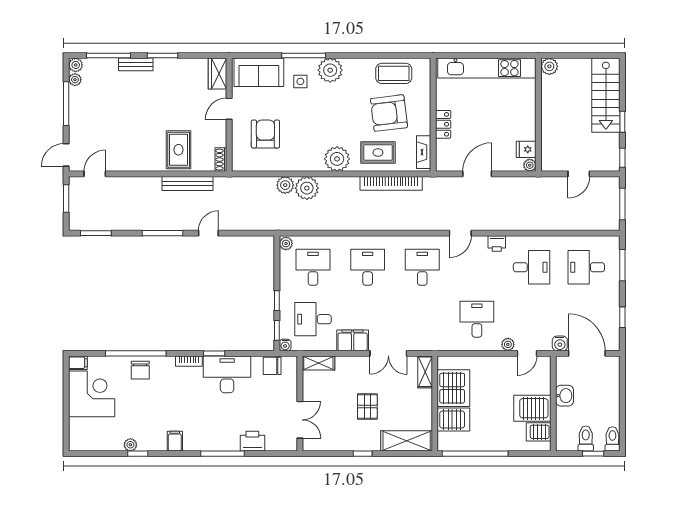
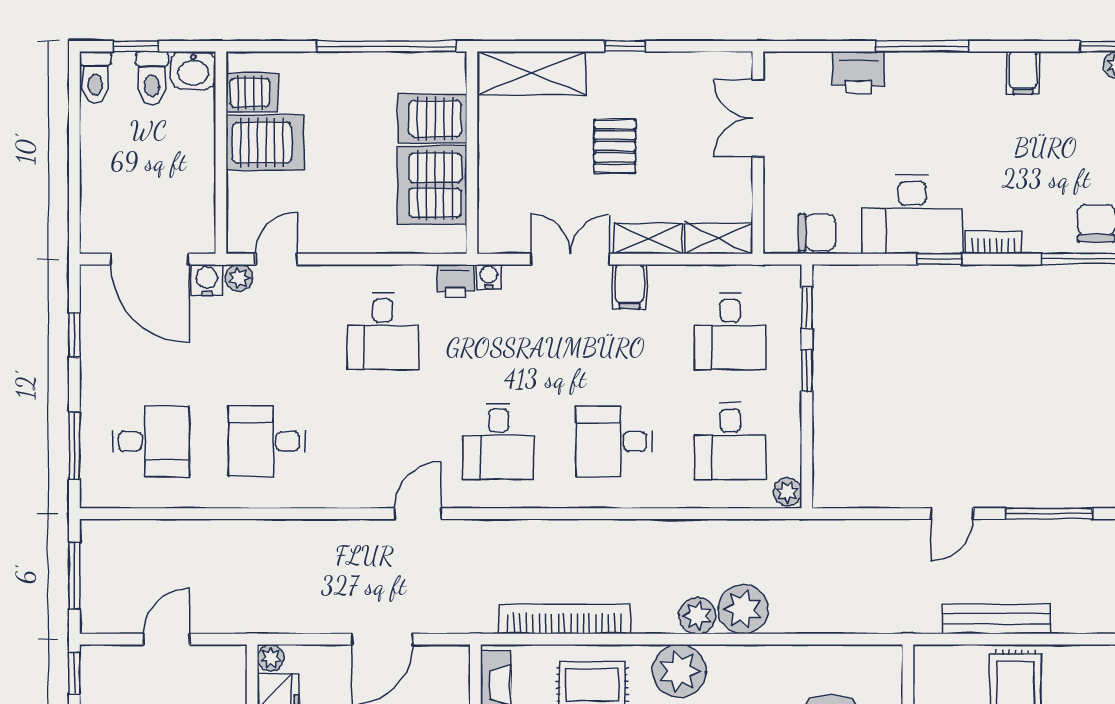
shoe rack: (221, 160) -> (925, 670), removed
plant: (285, 185) -> (697, 616), moved
printer: (497, 243) -> (455, 281), moved, turned 180
desk: (368, 267) -> (614, 441), turned 90
desk: (313, 319) -> (730, 331), turned 90
filing cabinet: (353, 340) -> (630, 286), width x0.50
plant: (508, 344) -> (239, 278), moved
water cooler: (285, 345) -> (489, 277), moved
shelving: (425, 372) -> (648, 239), moved, turned 90
washbasin: (565, 396) -> (193, 70), moved, turned -90

